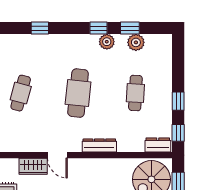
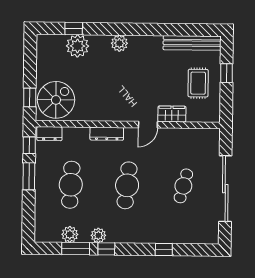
window: (130, 28) -> (76, 249), width x1.50
cafe table: (135, 93) -> (71, 185), width x1.37, depth x1.35
window: (178, 101) -> (29, 176), width x1.50
door: (57, 155) -> (148, 125), swing flipped

